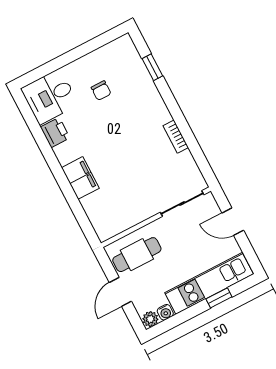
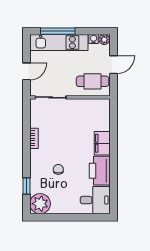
plant: (122, 53) -> (40, 204), added
chair: (101, 91) -> (58, 169), moved
printer: (55, 132) -> (100, 171), width x1.87, depth x1.48
door: (233, 222) -> (27, 71), hinge flipped
window: (219, 298) -> (58, 31), width x2.17

